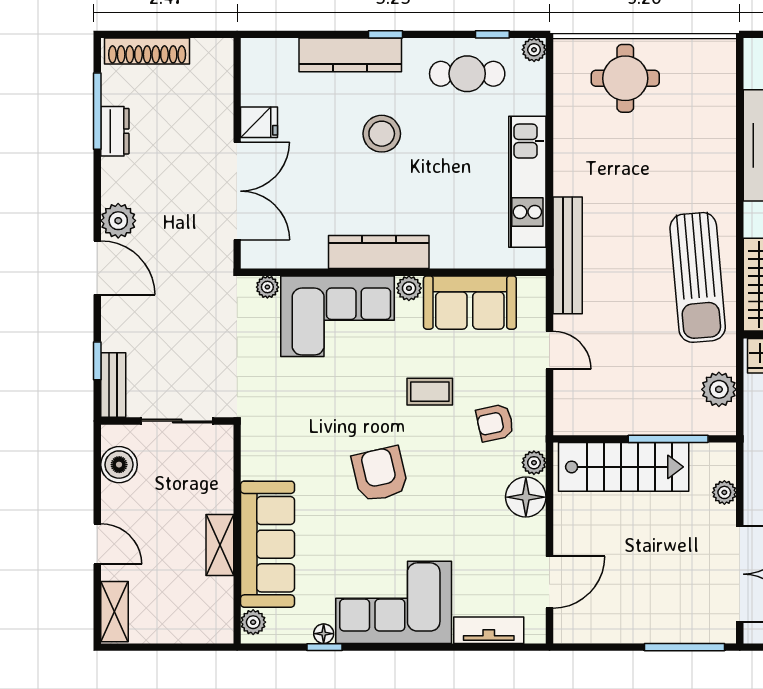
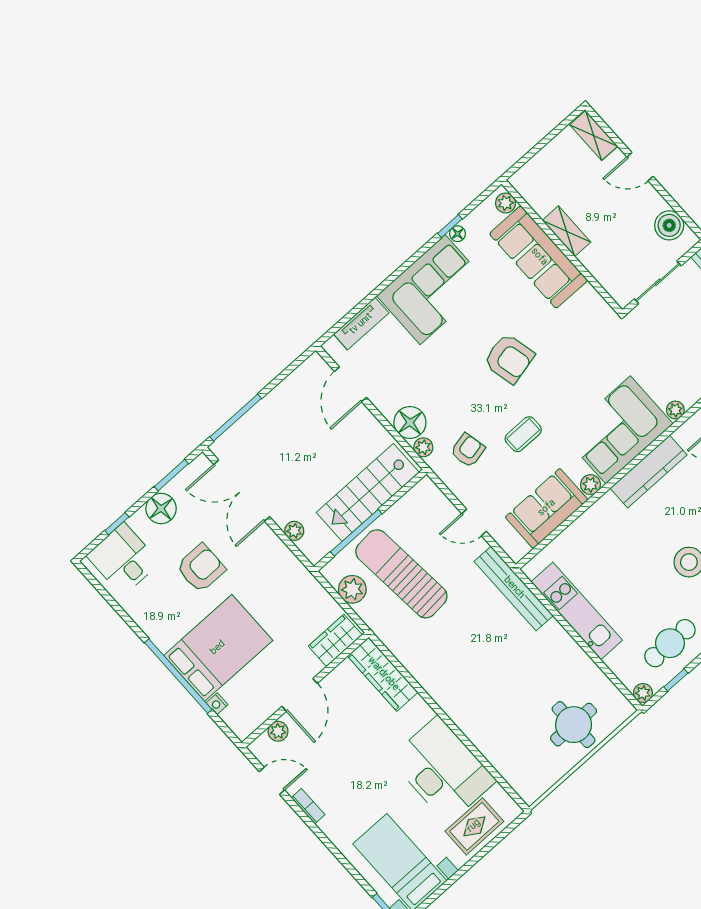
kitchen counter: (379, 252) -> (648, 472), moved
sun lounger: (698, 277) -> (401, 574), moved

